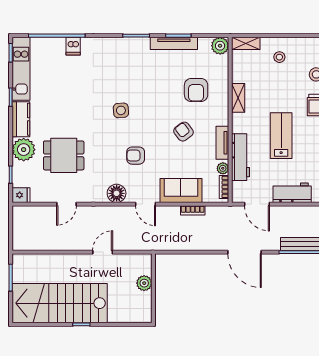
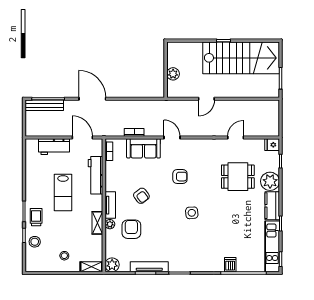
tv unit: (222, 143) -> (110, 205), moved
plant: (223, 168) -> (110, 224), moved
floor lamp: (117, 193) -> (195, 146), removed

